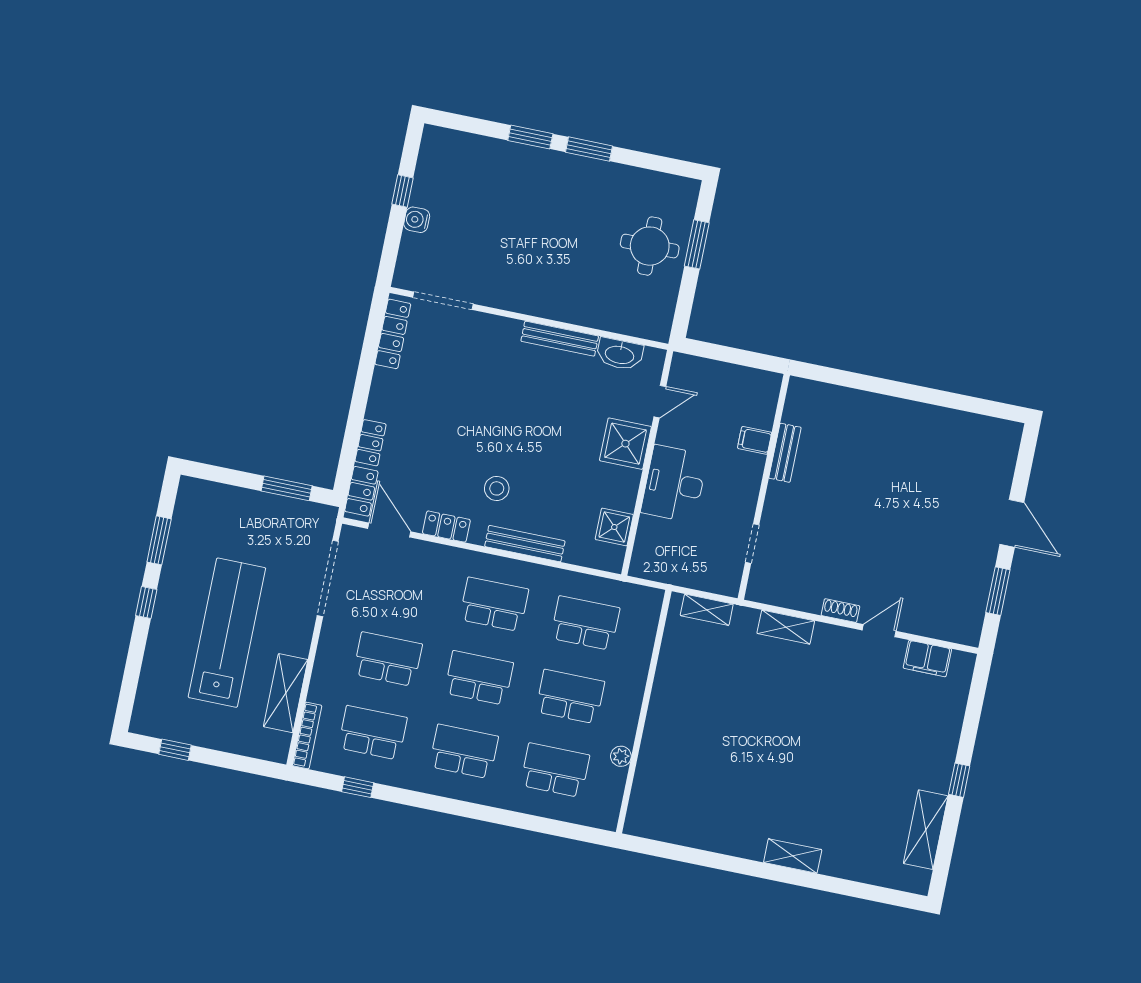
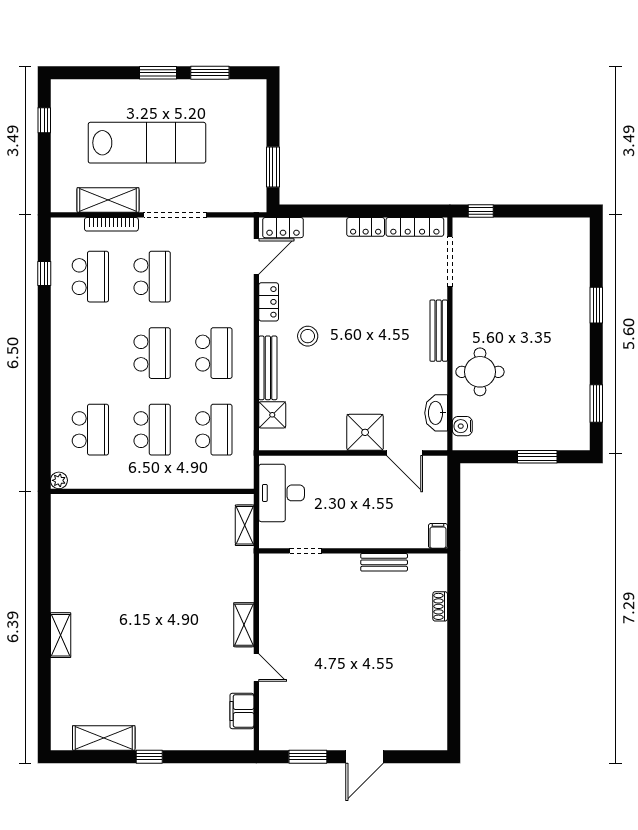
window: (589, 149) -> (596, 404), moved
window: (402, 191) -> (481, 211), moved
water cooler: (417, 220) -> (462, 426), moved, turned -90
round table: (650, 246) -> (480, 372), moved
bench: (560, 339) -> (439, 331), moved
door: (660, 402) -> (405, 453), width x1.37
filing cabinet: (755, 440) -> (438, 536), moved
locker: (371, 443) -> (366, 227), moved
desk: (674, 484) -> (282, 493), moved, turned -90
shower: (614, 527) -> (272, 415), moved
doorway: (328, 578) -> (175, 215), moved
window: (146, 602) -> (158, 73), width x1.50
shoe rack: (840, 611) -> (440, 606), moved, turned 180
shelving: (786, 627) -> (244, 625), moved
bookcase: (307, 736) -> (111, 224), moved
school desk: (464, 751) -> (90, 353), removed
plant: (621, 756) -> (59, 480), moved

